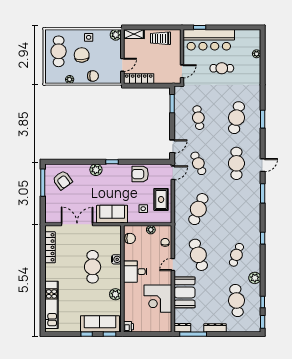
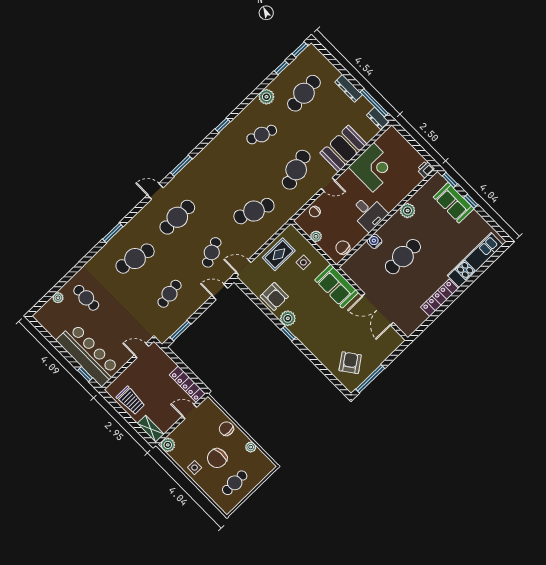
cafe table: (59, 51) -> (235, 483), width x0.73, depth x0.74
cafe table: (222, 68) -> (86, 298), moved
plant: (96, 170) -> (288, 318), moved
locker: (50, 247) -> (440, 298), moved
sofa: (100, 324) -> (454, 203), width x0.73

